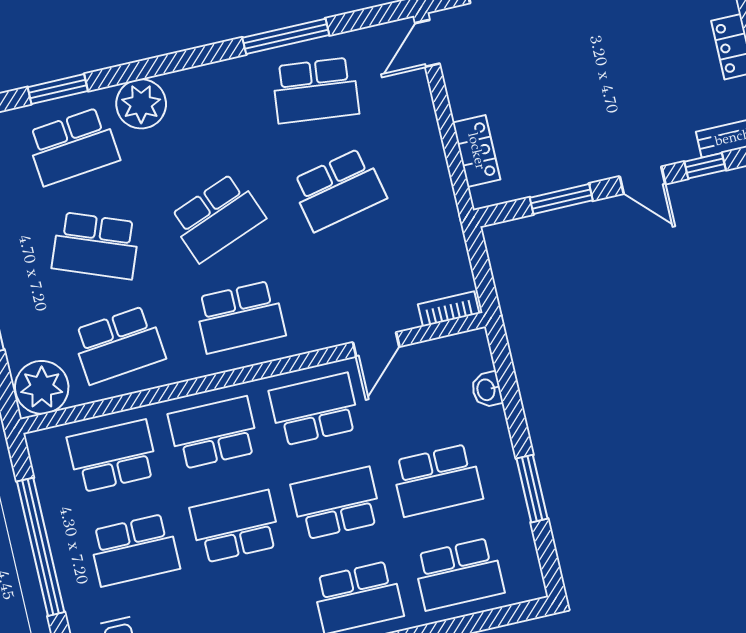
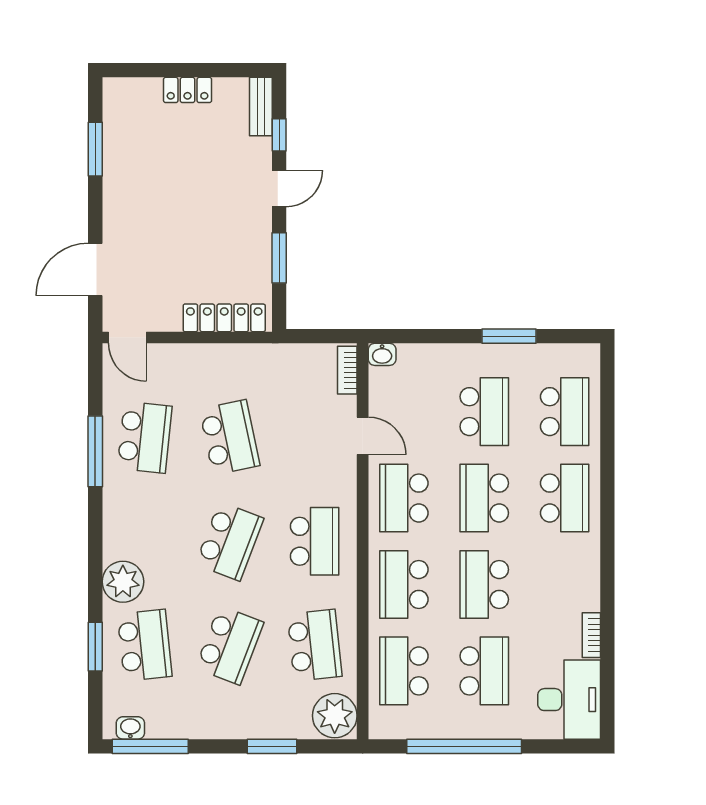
locker: (477, 151) -> (224, 318), width x1.53
school desk: (217, 218) -> (230, 541), turned 42
washbasin: (487, 390) -> (382, 354), moved

